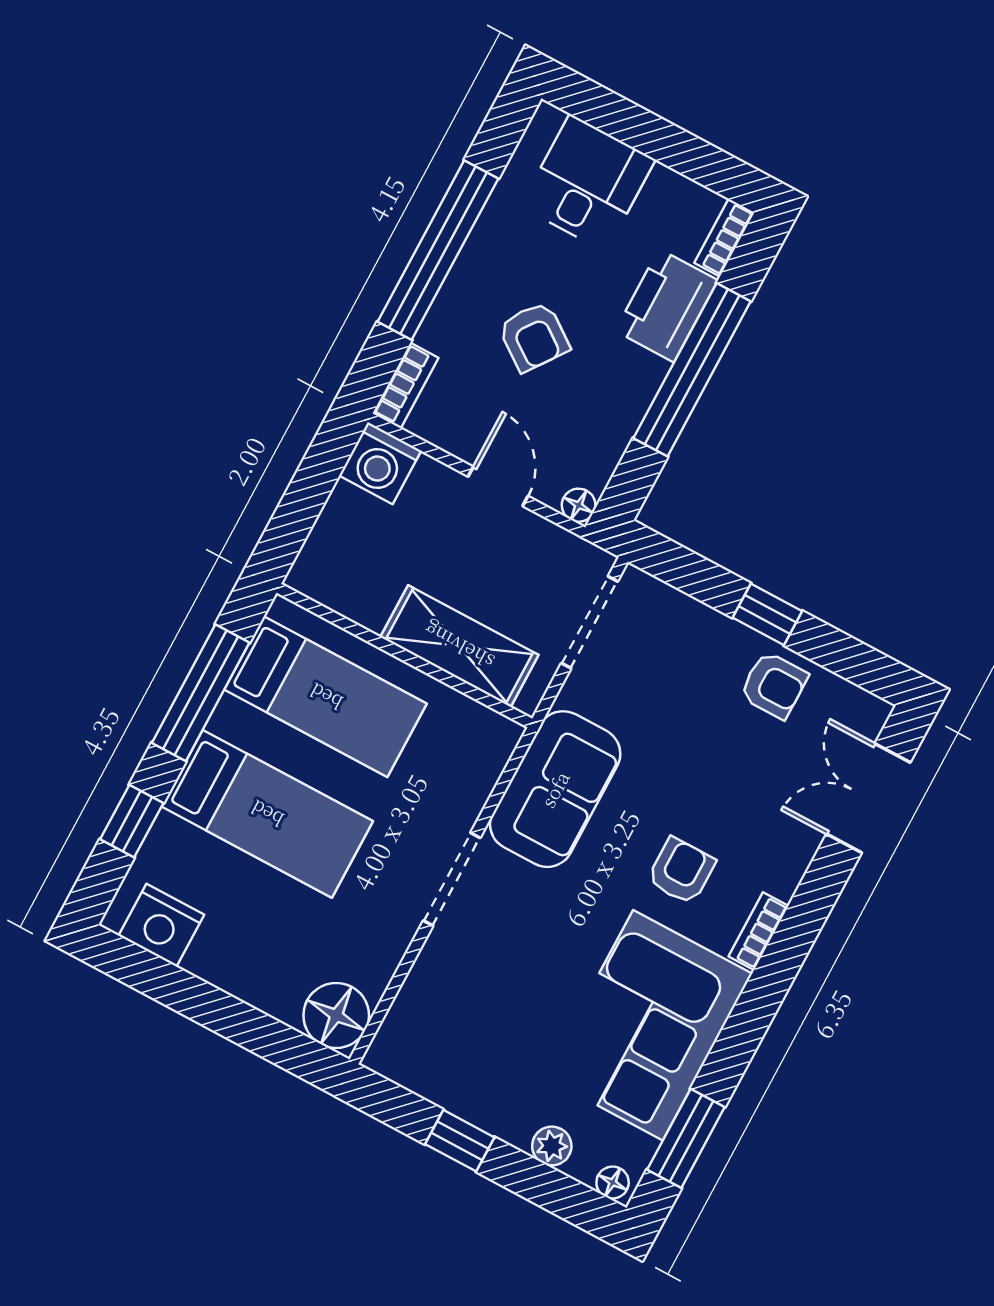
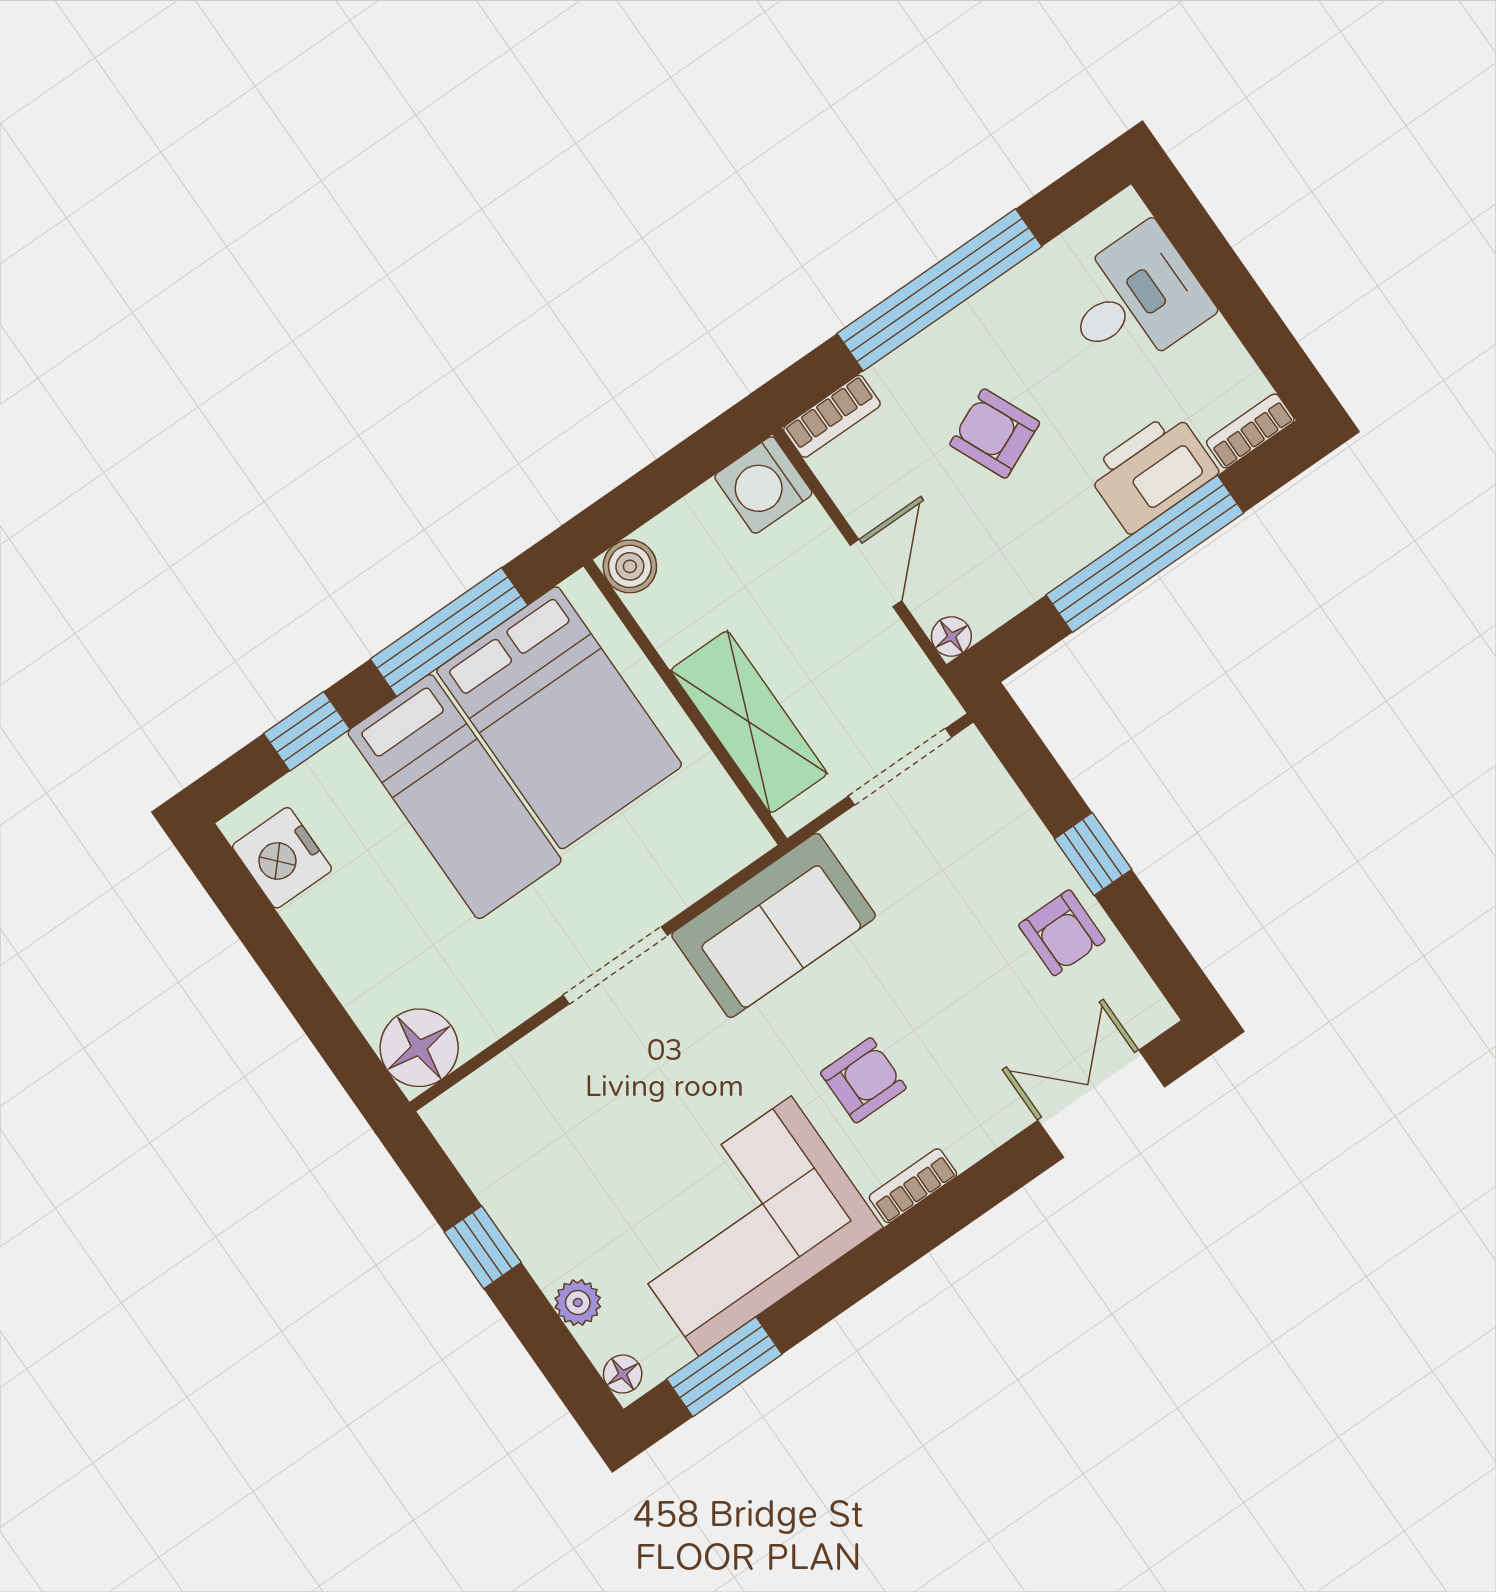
armchair: (534, 337) -> (995, 434), turned 120
boiler: (311, 575) -> (630, 566), added
bed: (326, 697) -> (559, 718), width x1.50

